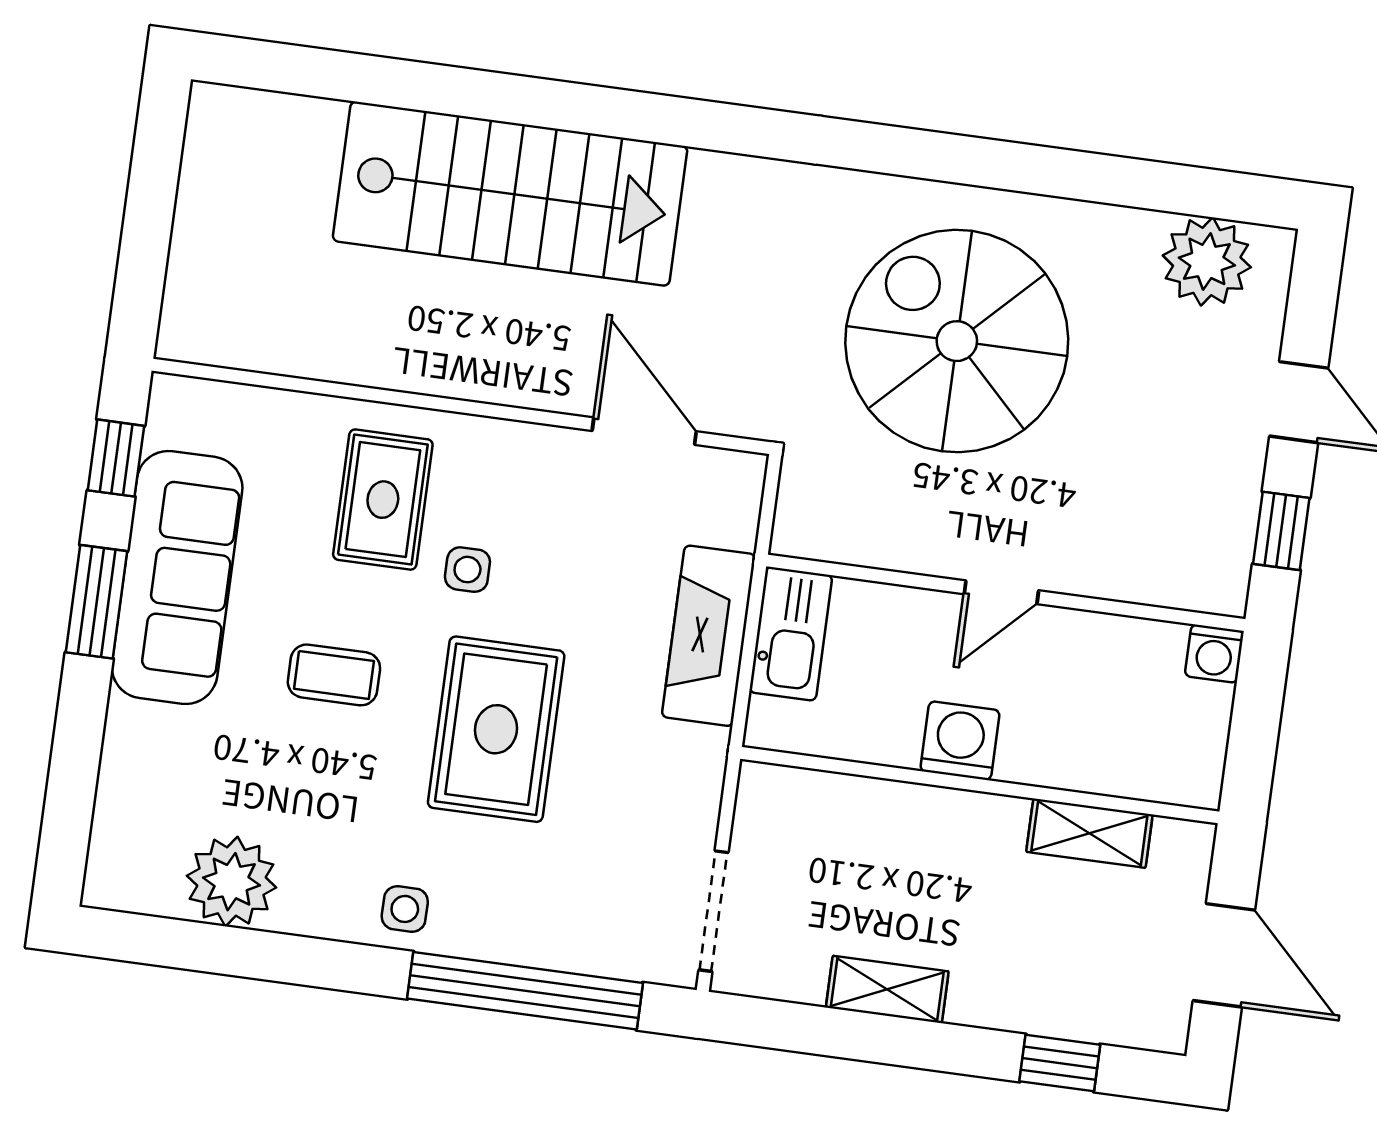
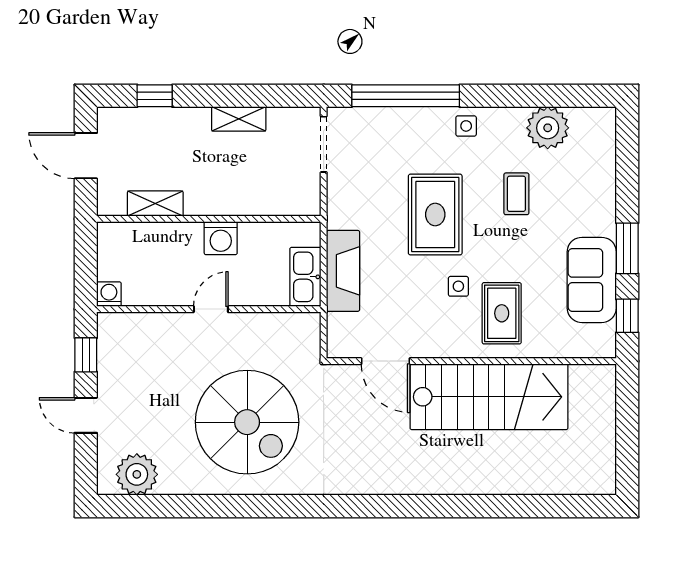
stairs: (510, 194) -> (489, 397), moved, turned 180
sofa: (177, 577) -> (592, 280), width x0.73
coffee table: (334, 675) -> (516, 194), moved, turned 90

